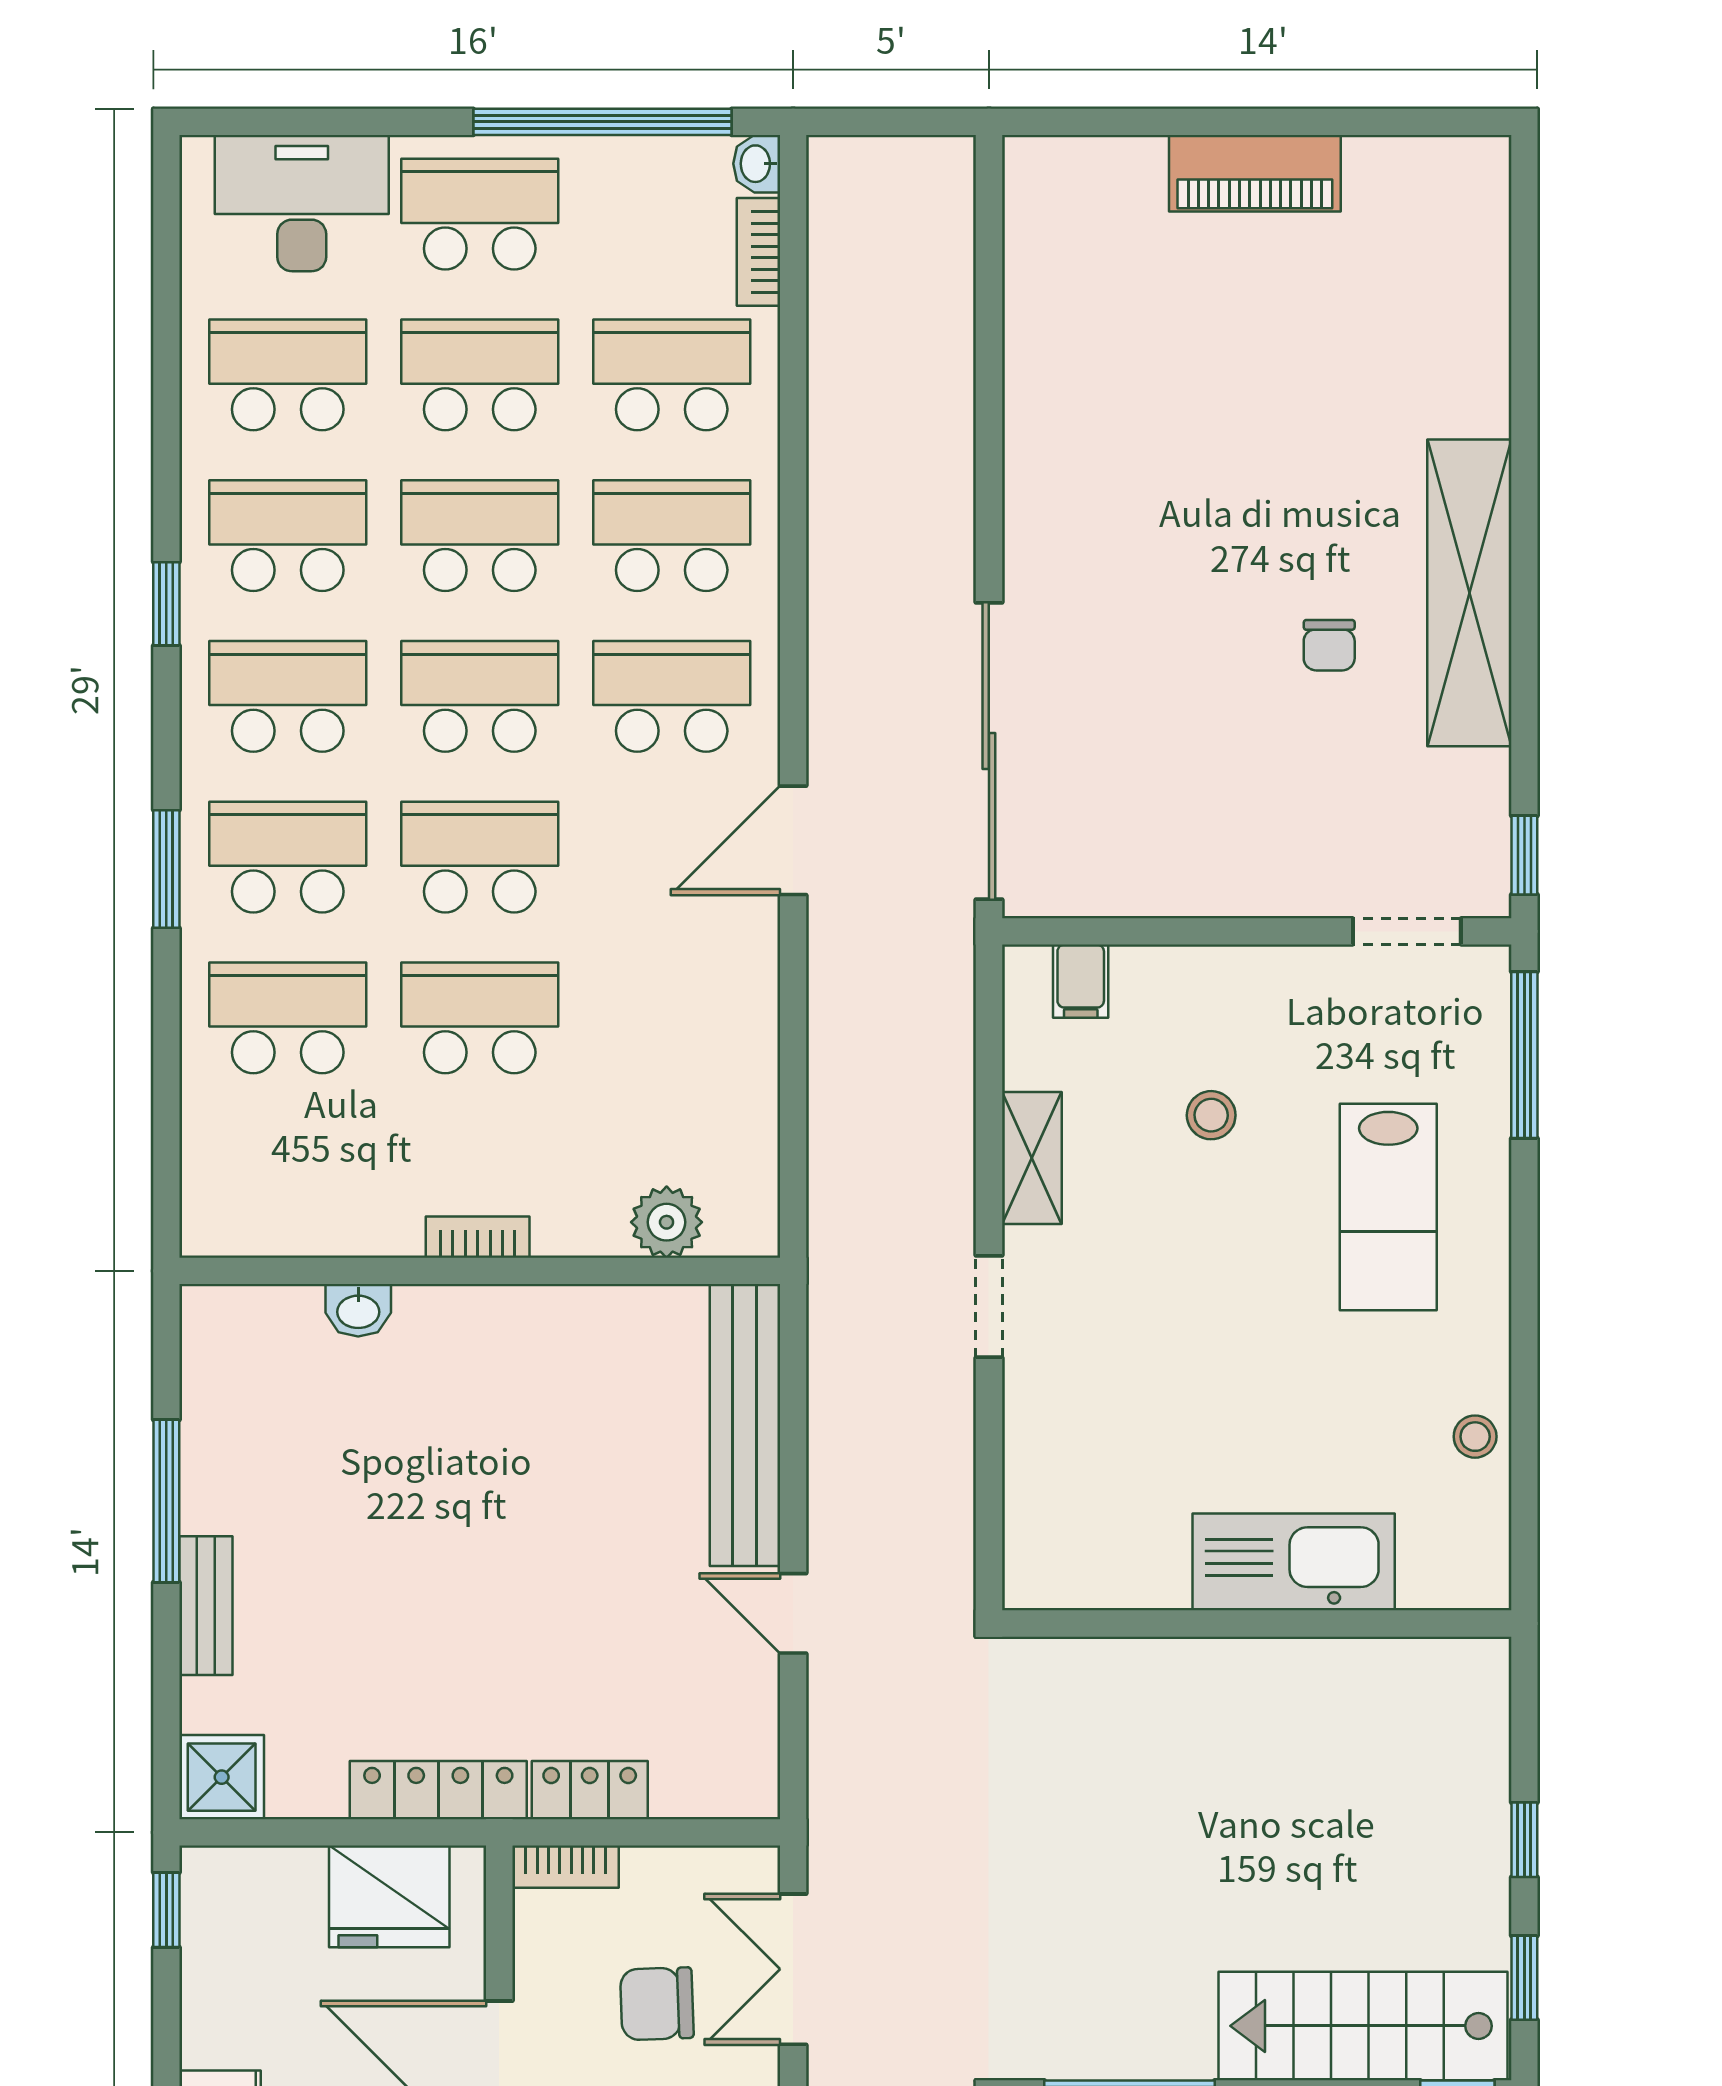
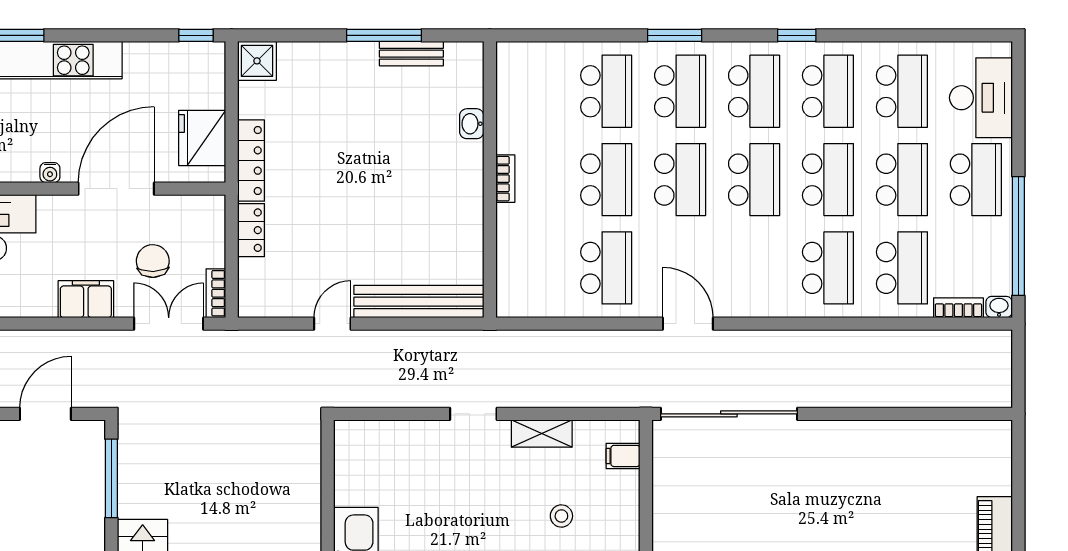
school desk: (672, 696) -> (606, 268), moved
plant: (667, 1222) -> (512, 266), removed
bench: (206, 1606) -> (411, 54), moved
bookcase: (565, 1867) -> (216, 293), moved

